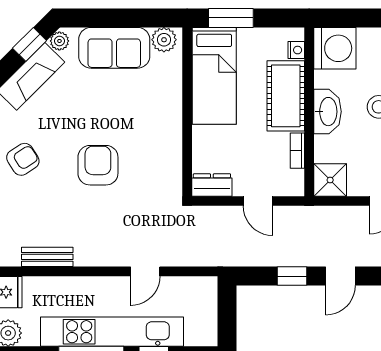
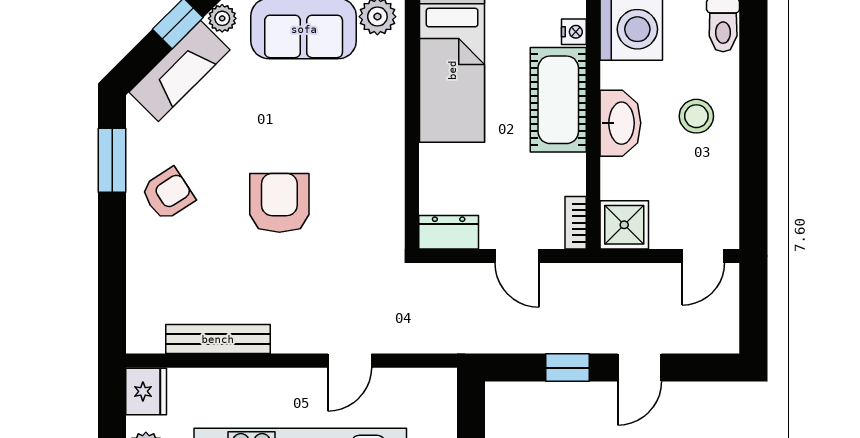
bookcase: (297, 151) -> (576, 223), moved
bench: (47, 257) -> (218, 339), width x1.36

